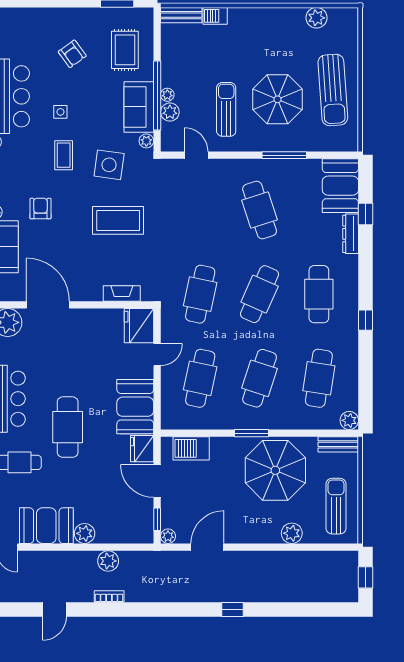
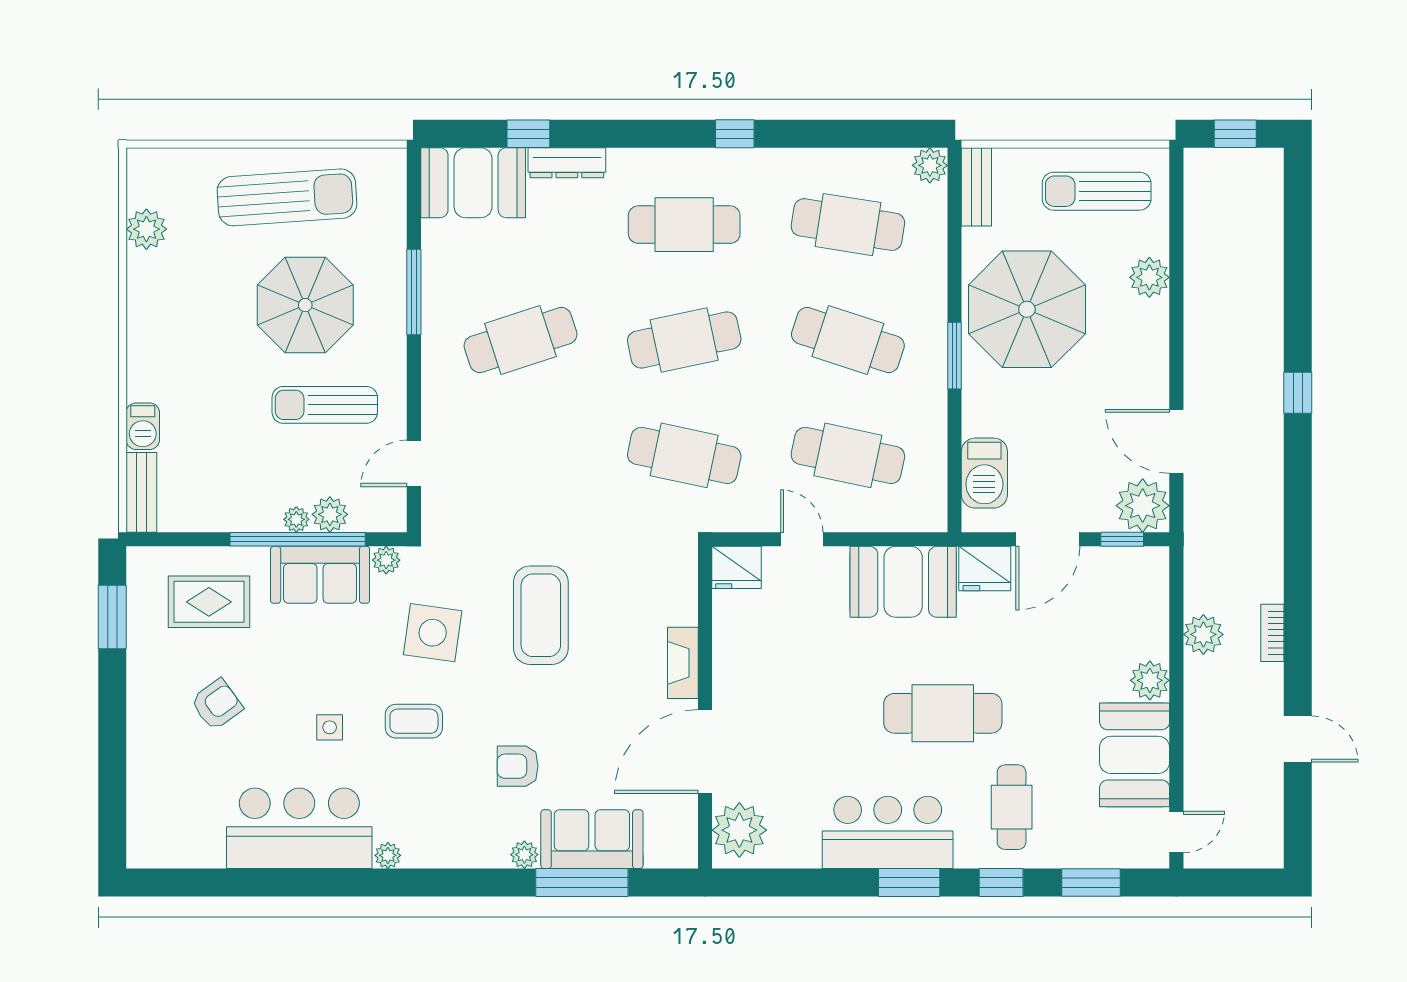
fireplace: (122, 293) -> (683, 663), moved
cafe table: (260, 294) -> (684, 340), turned -36
fridge: (139, 326) -> (737, 567), width x0.73, depth x0.75
plant: (168, 536) -> (1143, 506), width x1.87, depth x1.87

